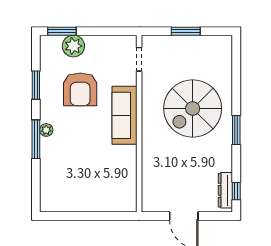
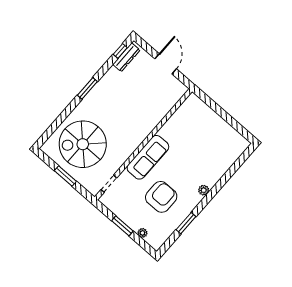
window: (62, 31) -> (122, 226), moved
plant: (73, 46) -> (142, 233), width x0.53, depth x0.53
spiral stairs: (193, 109) -> (83, 144), moved, turned 180
window: (36, 139) -> (215, 190), removed

